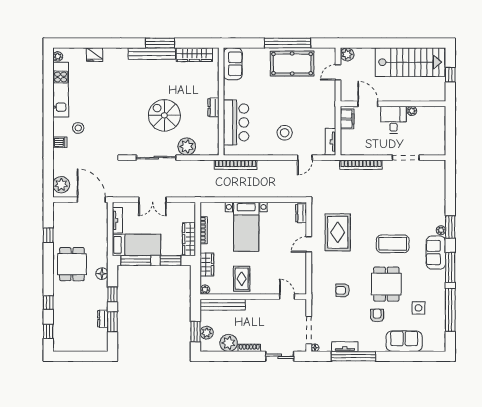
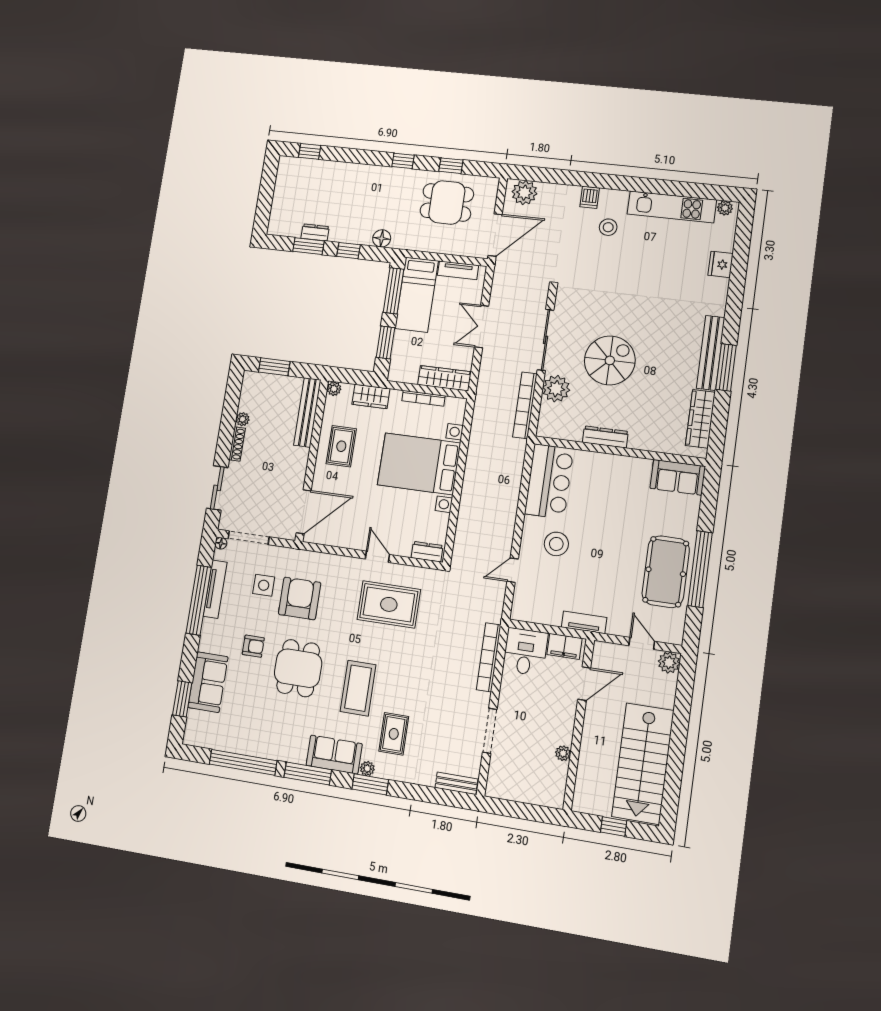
dresser: (213, 107) -> (605, 437), width x1.44
desk: (393, 120) -> (525, 652), moved, turned -90
bar counter: (236, 122) -> (549, 481), moved, turned -90
tv unit: (331, 142) -> (584, 622), moved
door: (305, 158) -> (513, 570), hinge flipped
bookcase: (236, 165) -> (525, 405), moved
bench: (441, 173) -> (456, 783), added
rug: (417, 217) -> (394, 734), added
bed with nightstands: (246, 227) -> (419, 464), width x1.36
wardrobe: (189, 239) -> (444, 378), moved
dining table: (72, 264) -> (447, 202), moved
rug: (242, 279) -> (341, 446), turned 90
dining table: (386, 284) -> (298, 668), turned 90
armchair: (343, 290) -> (300, 598), width x1.88, depth x1.88
door: (287, 297) -> (304, 512), width x1.88
window: (48, 303) -> (403, 161), moved
side table: (418, 308) -> (264, 585), moved
plant: (207, 333) -> (270, 383), removed
plant: (229, 343) -> (243, 419), width x0.53, depth x0.53
tv unit: (345, 347) -> (215, 589), width x1.41
window: (417, 356) -> (182, 699), added

